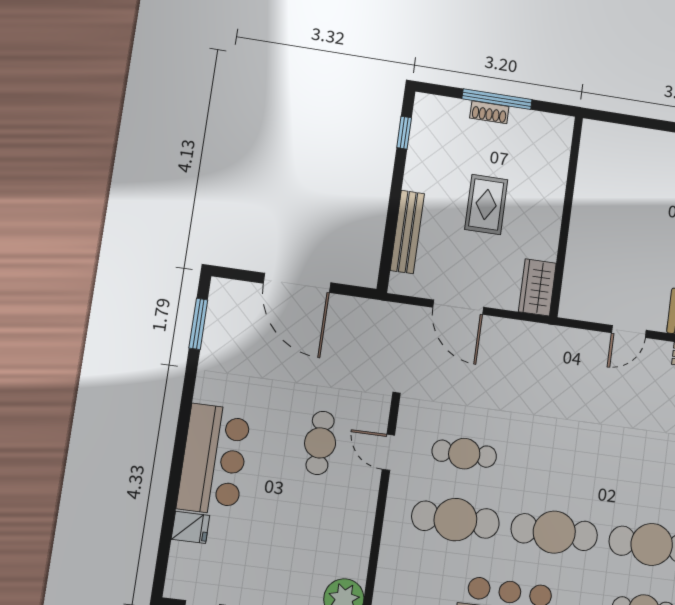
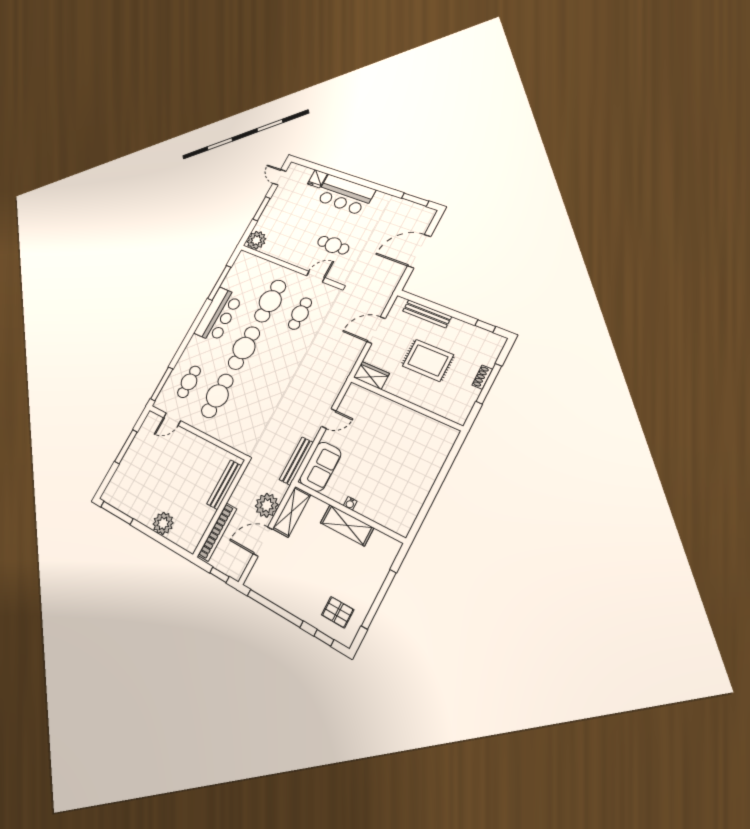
rug: (486, 204) -> (428, 360), width x1.36, depth x1.43
door: (629, 331) -> (329, 419), swing flipped

